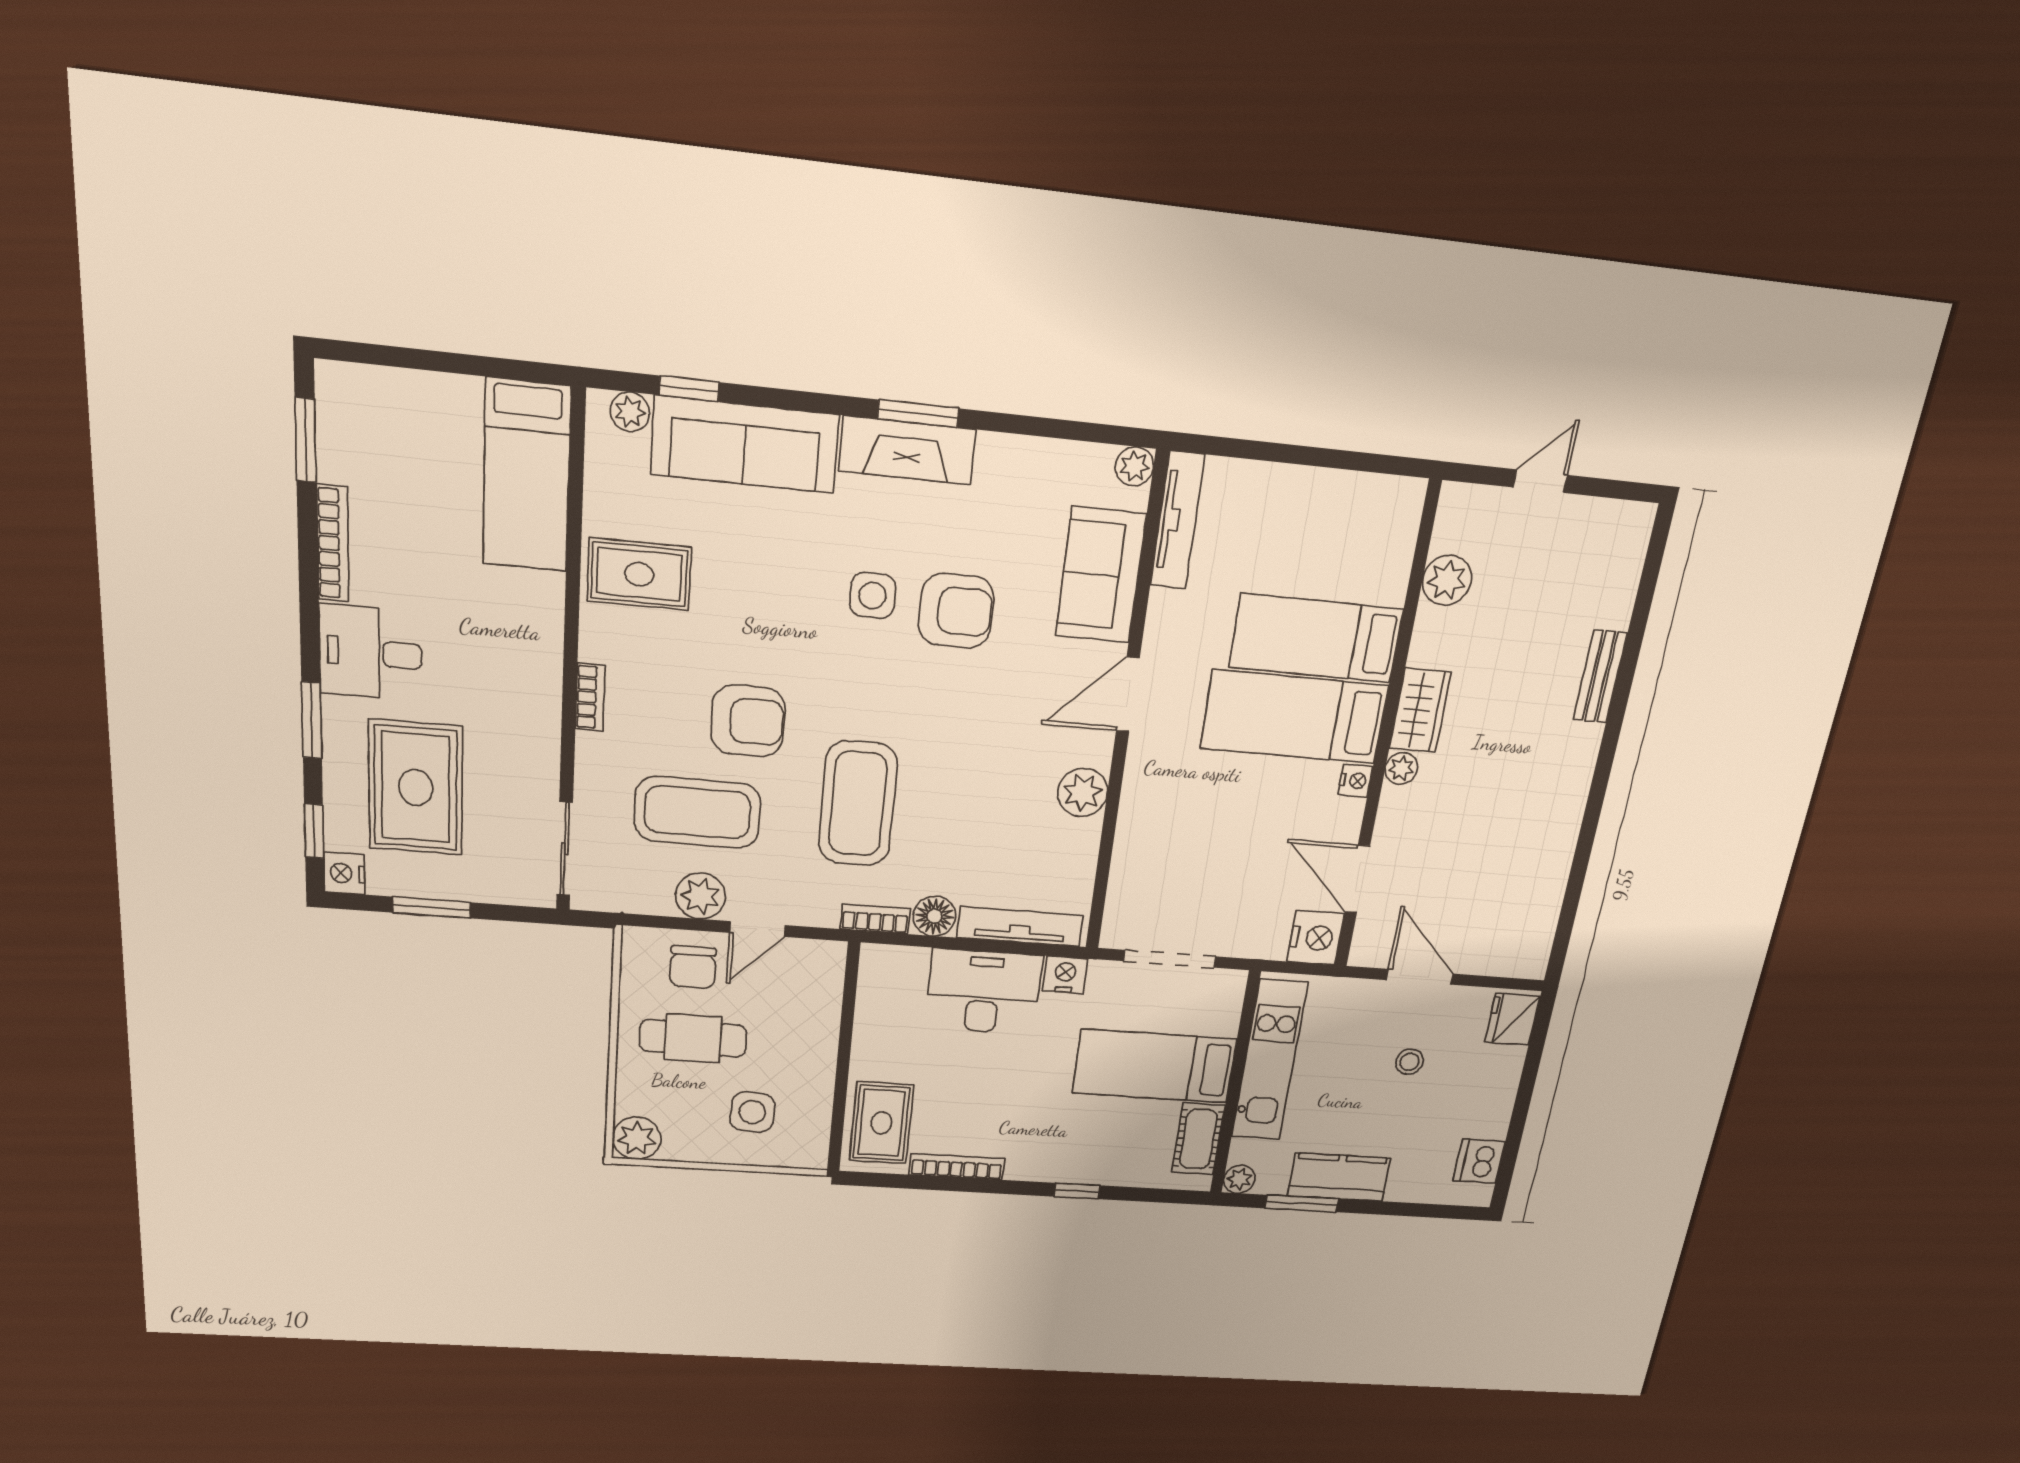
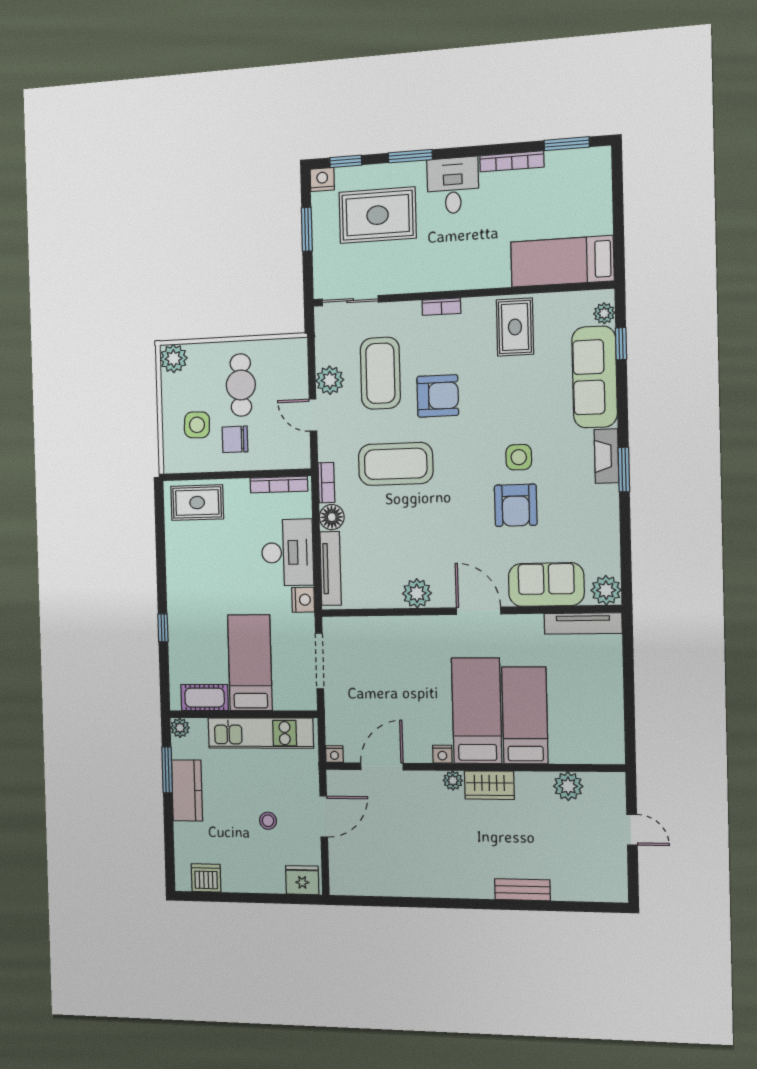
fireplace: (907, 450) -> (606, 456), width x0.73, depth x0.76
plant: (1134, 466) -> (606, 590), width x1.38, depth x1.38
armchair: (748, 721) -> (438, 396), turned -90
nightstand: (1315, 938) -> (334, 754), width x0.53, depth x0.56
chair: (693, 967) -> (235, 439), moved
bookcase: (957, 1167) -> (279, 485), moved, turned 90

